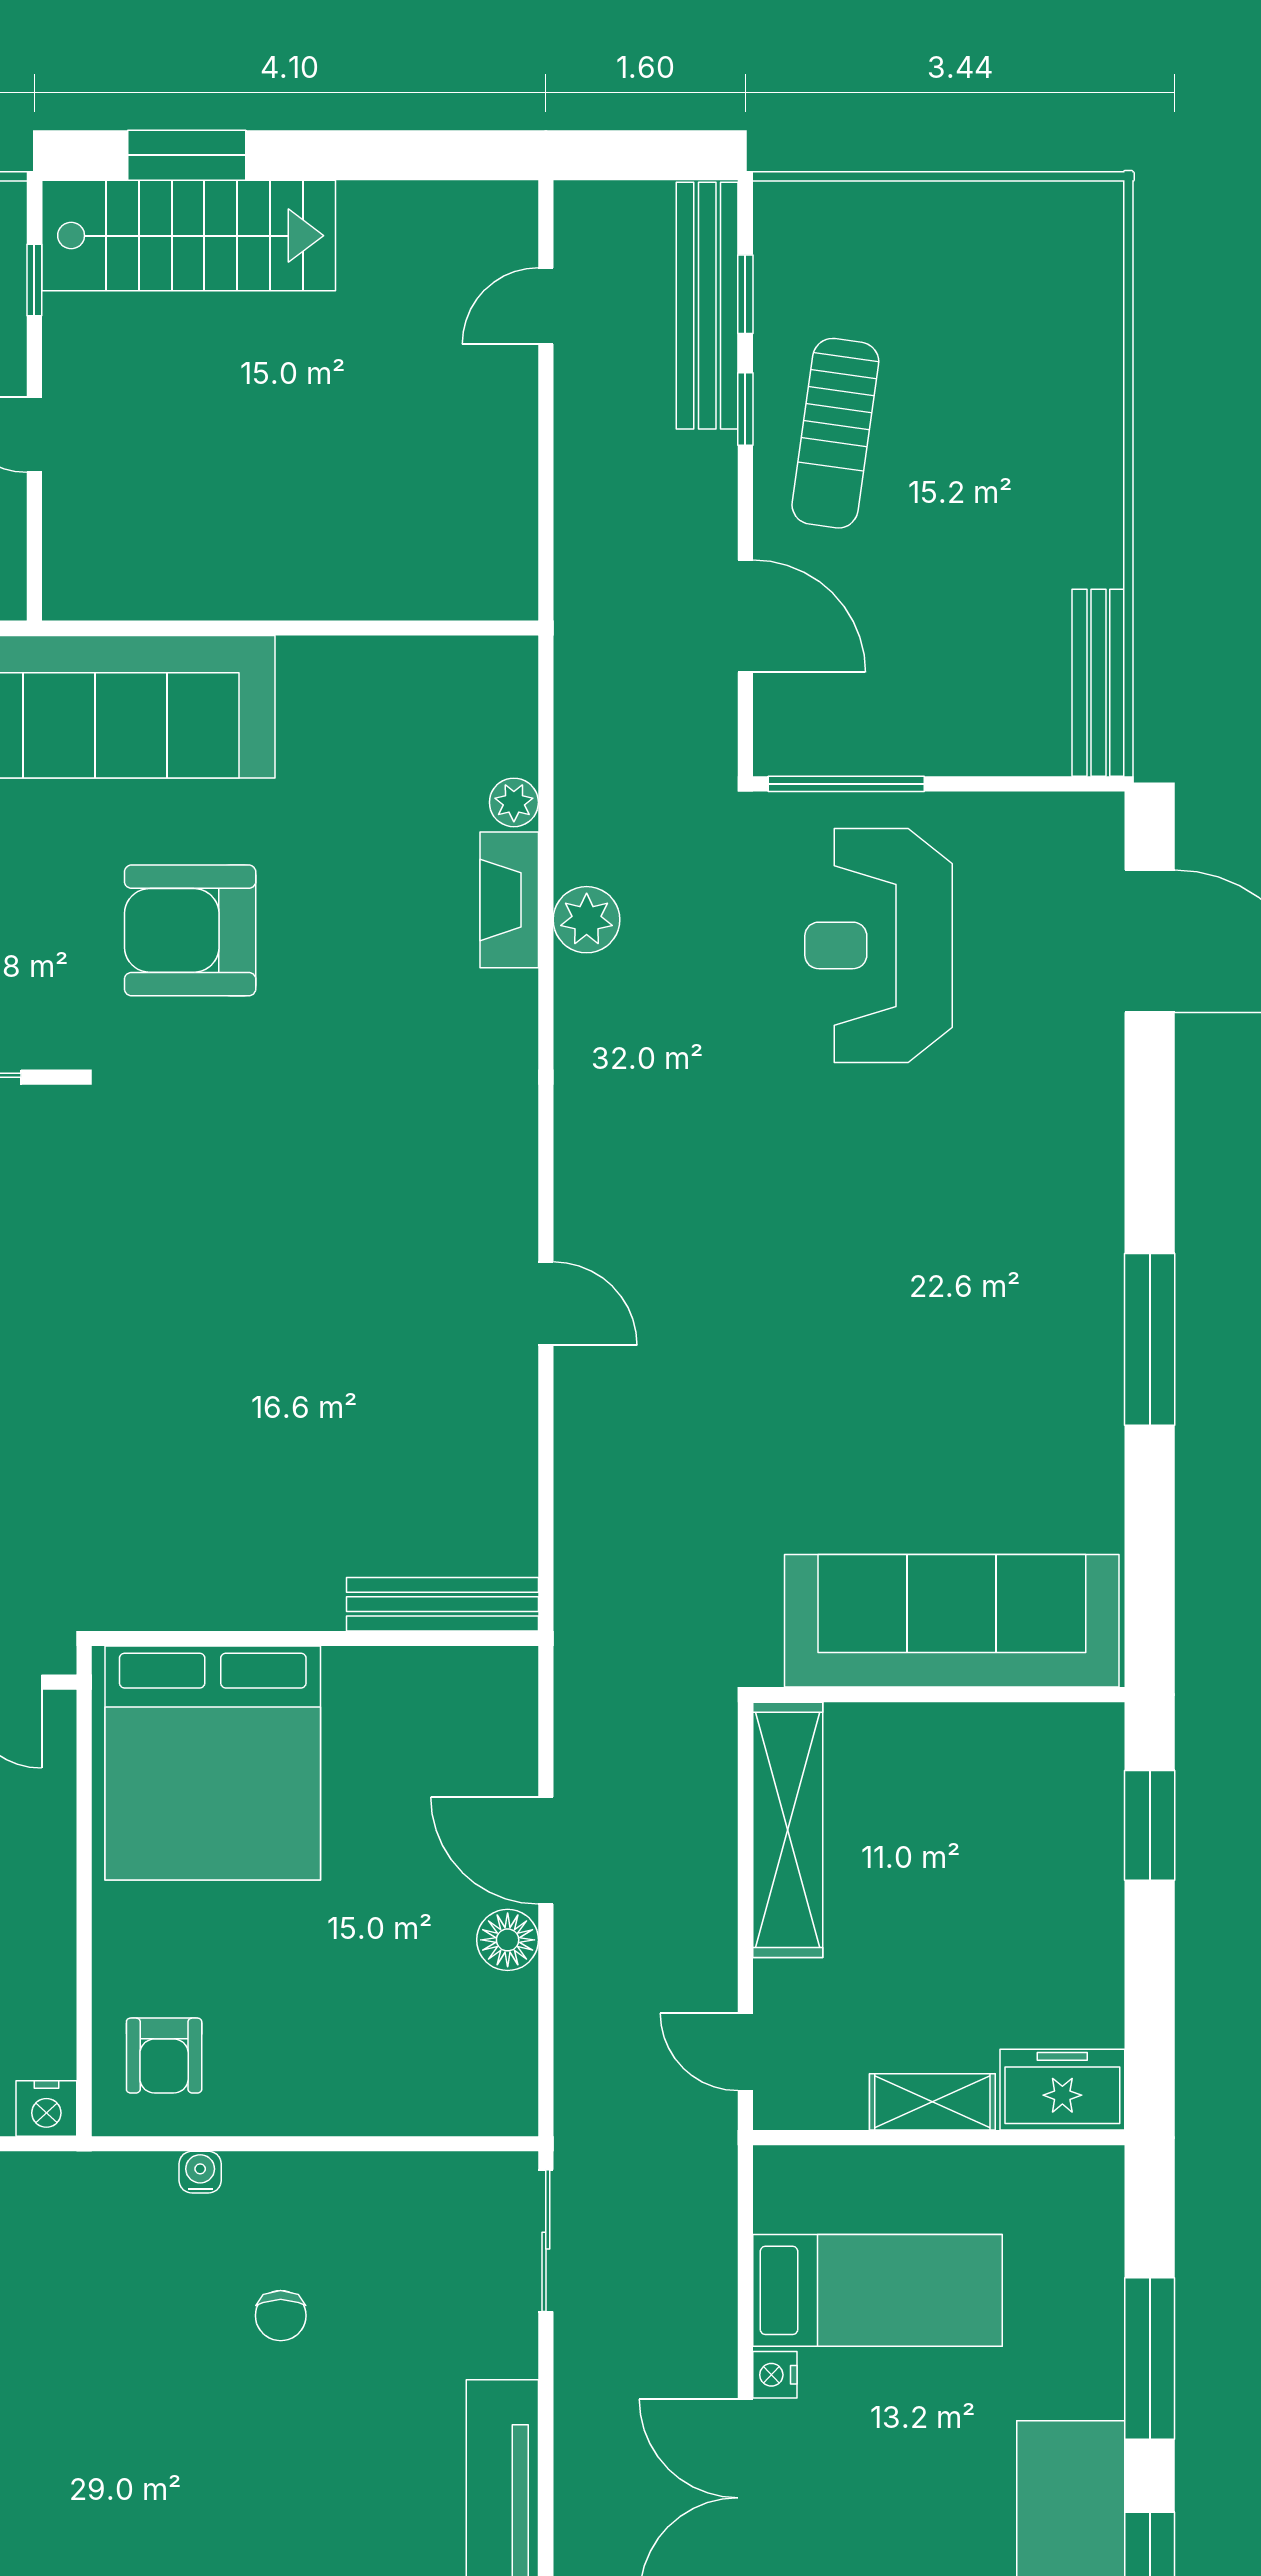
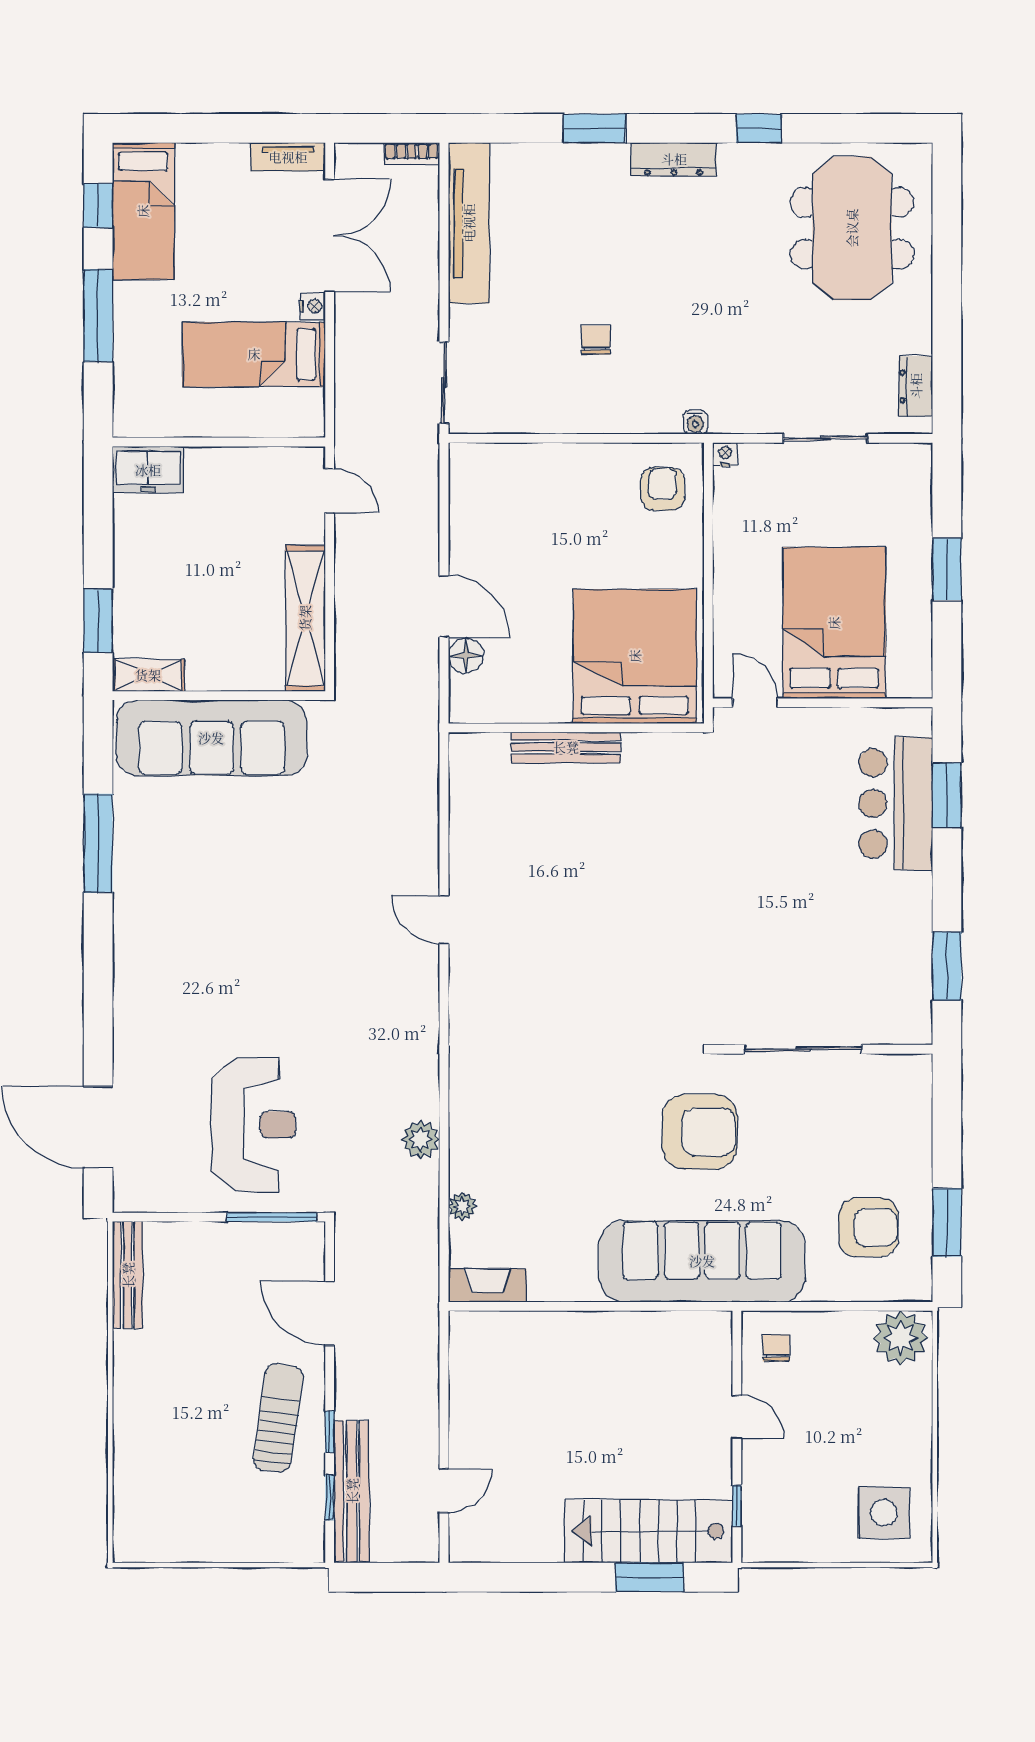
fireplace: (509, 900) -> (487, 1286), moved, turned -90
armchair: (190, 930) -> (700, 1132), moved
window: (1150, 1339) -> (98, 843), moved
bench: (442, 1604) -> (566, 747), moved
floor lamp: (508, 1940) -> (466, 656), moved
shelving: (932, 2102) -> (148, 675), moved
nightstand: (46, 2108) -> (725, 455), width x0.72, depth x0.74
water cooler: (200, 2172) -> (695, 422), moved

